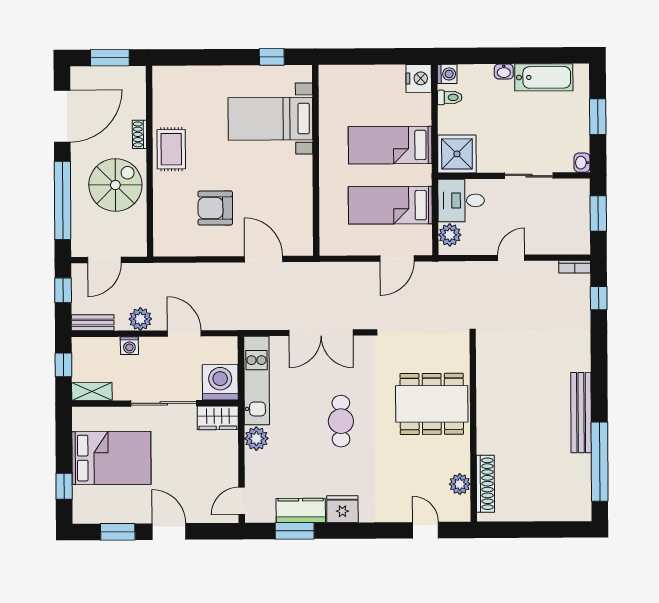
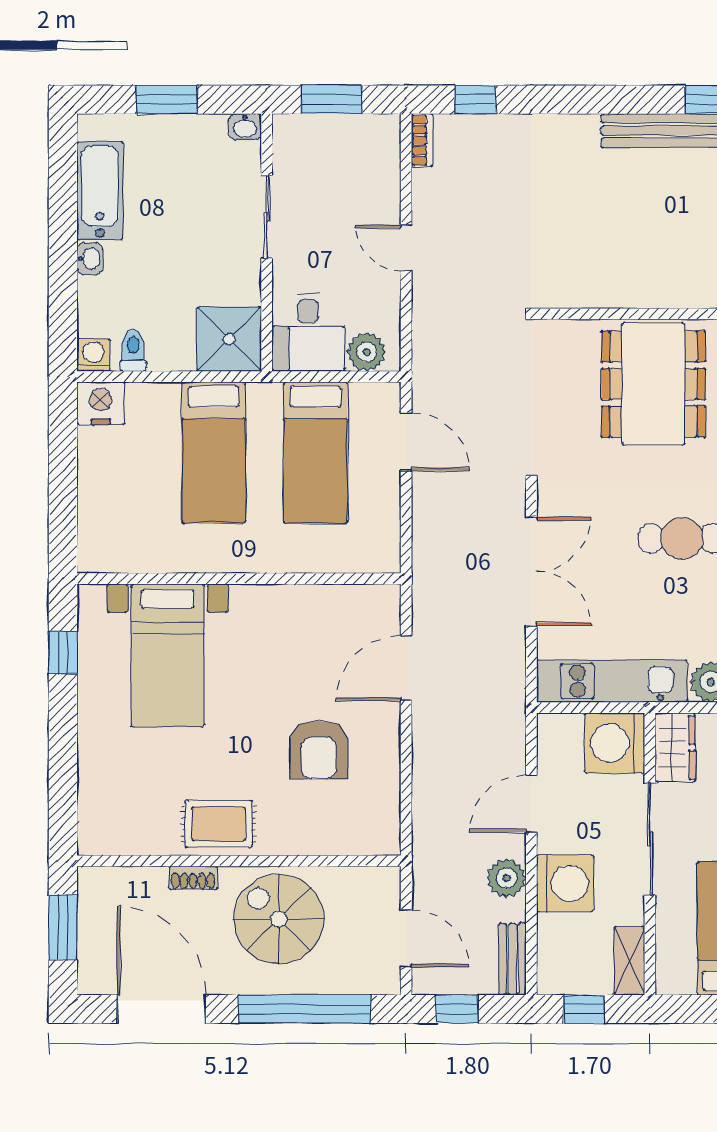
washing machine: (129, 346) -> (565, 883), width x1.89, depth x1.89

